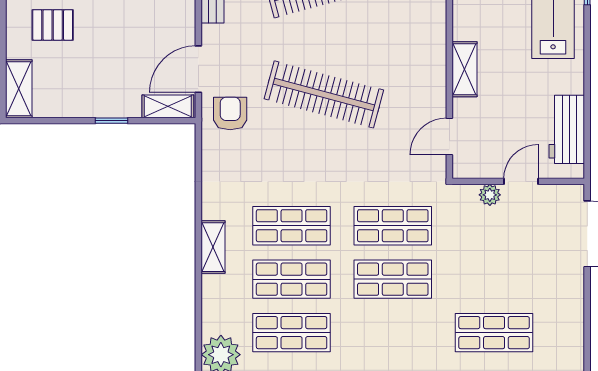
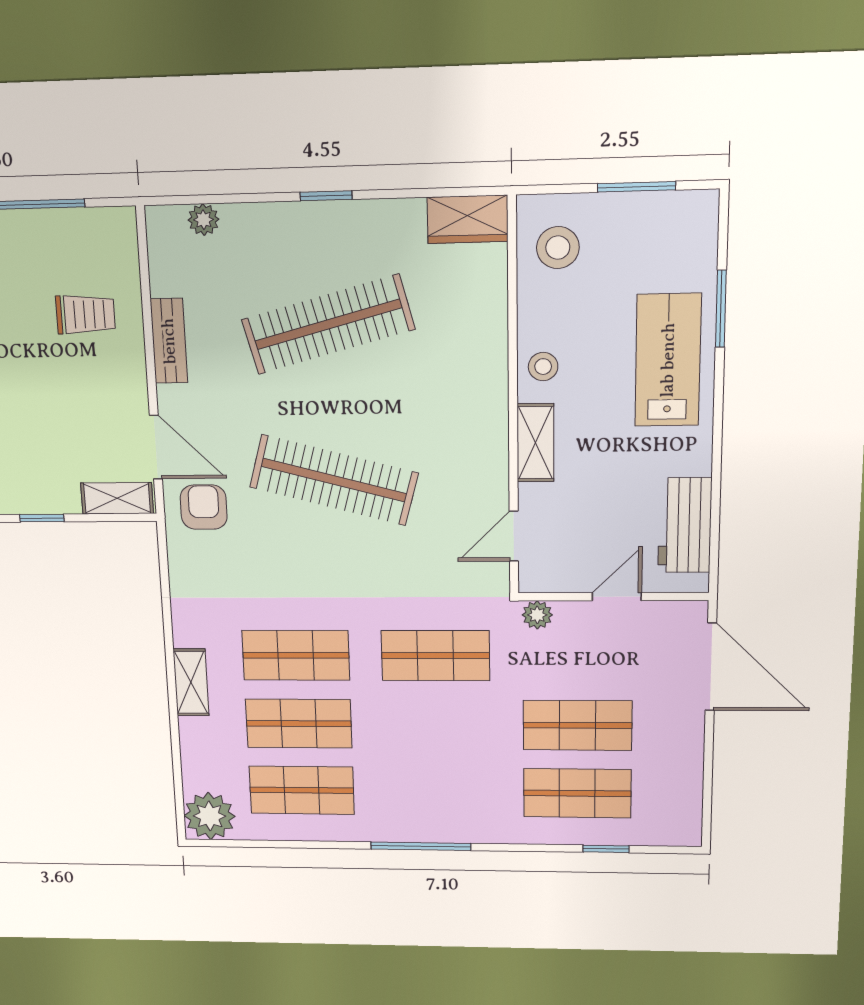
stool: (470, 16) -> (543, 367), added
door: (198, 69) -> (156, 447), swing flipped
plant: (490, 195) -> (537, 615), moved
shop shelf: (393, 279) -> (578, 725), moved

